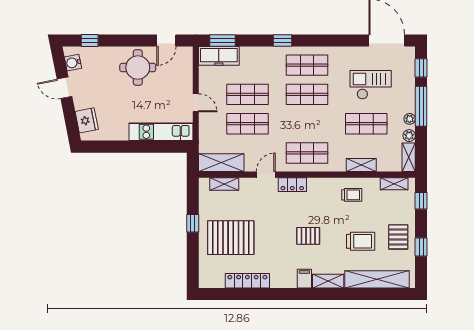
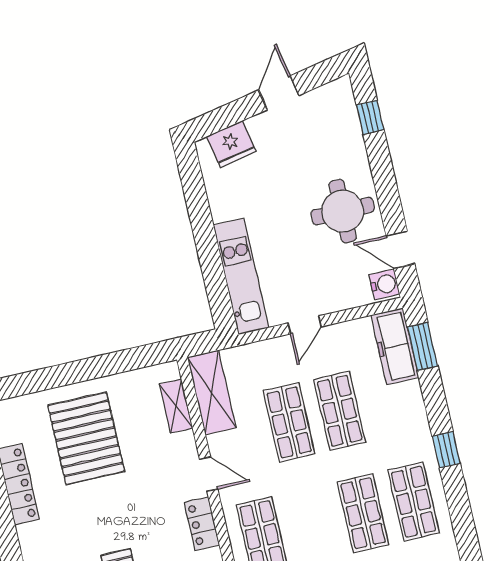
water cooler: (73, 63) -> (384, 284), moved, turned 101
window: (193, 223) -> (96, 367), removed

